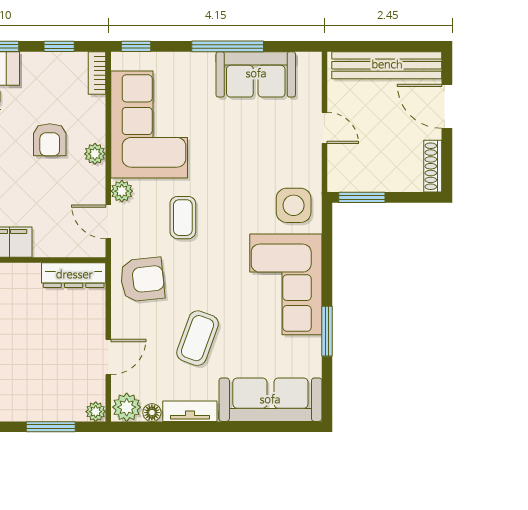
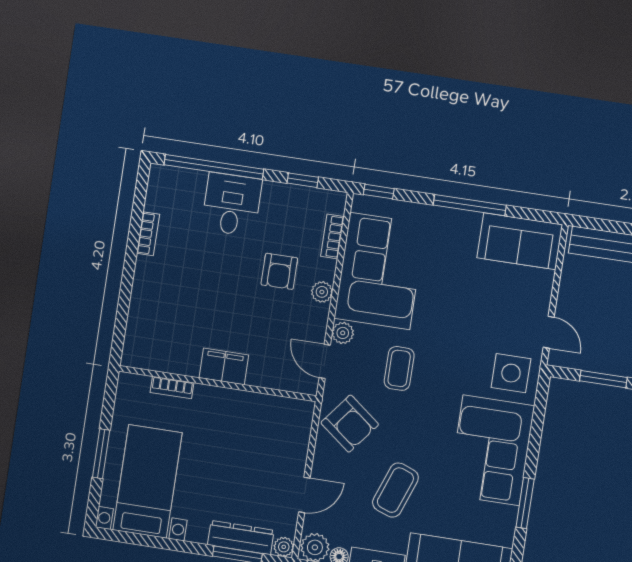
bookcase: (97, 73) -> (332, 236), moved
sofa: (256, 74) -> (520, 241), moved
door: (324, 128) -> (549, 332), moved
window: (362, 197) -> (603, 379), moved
dresser: (74, 275) -> (241, 538), moved, turned 180
armchair: (142, 280) -> (350, 424), turned 44

